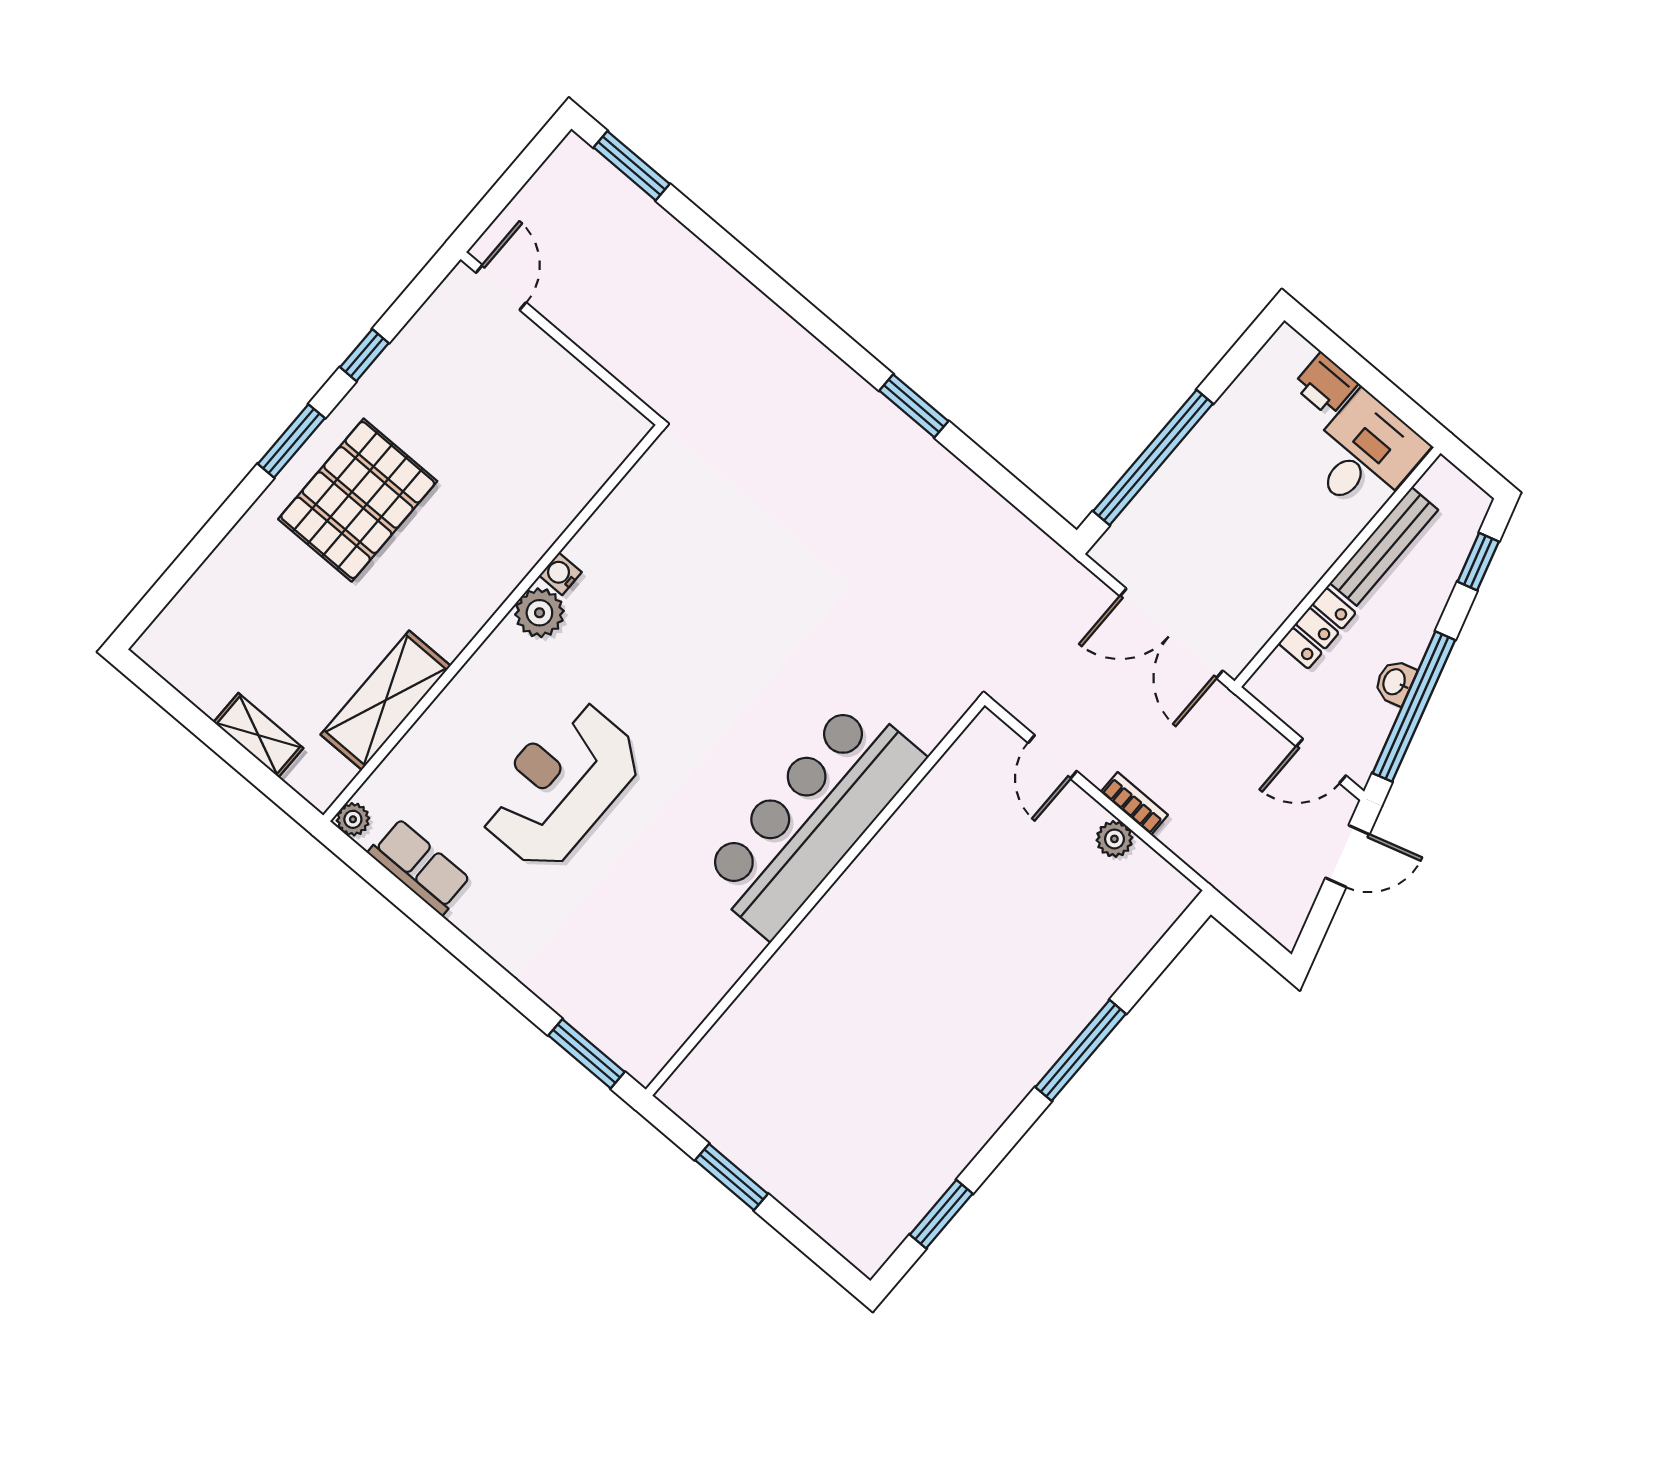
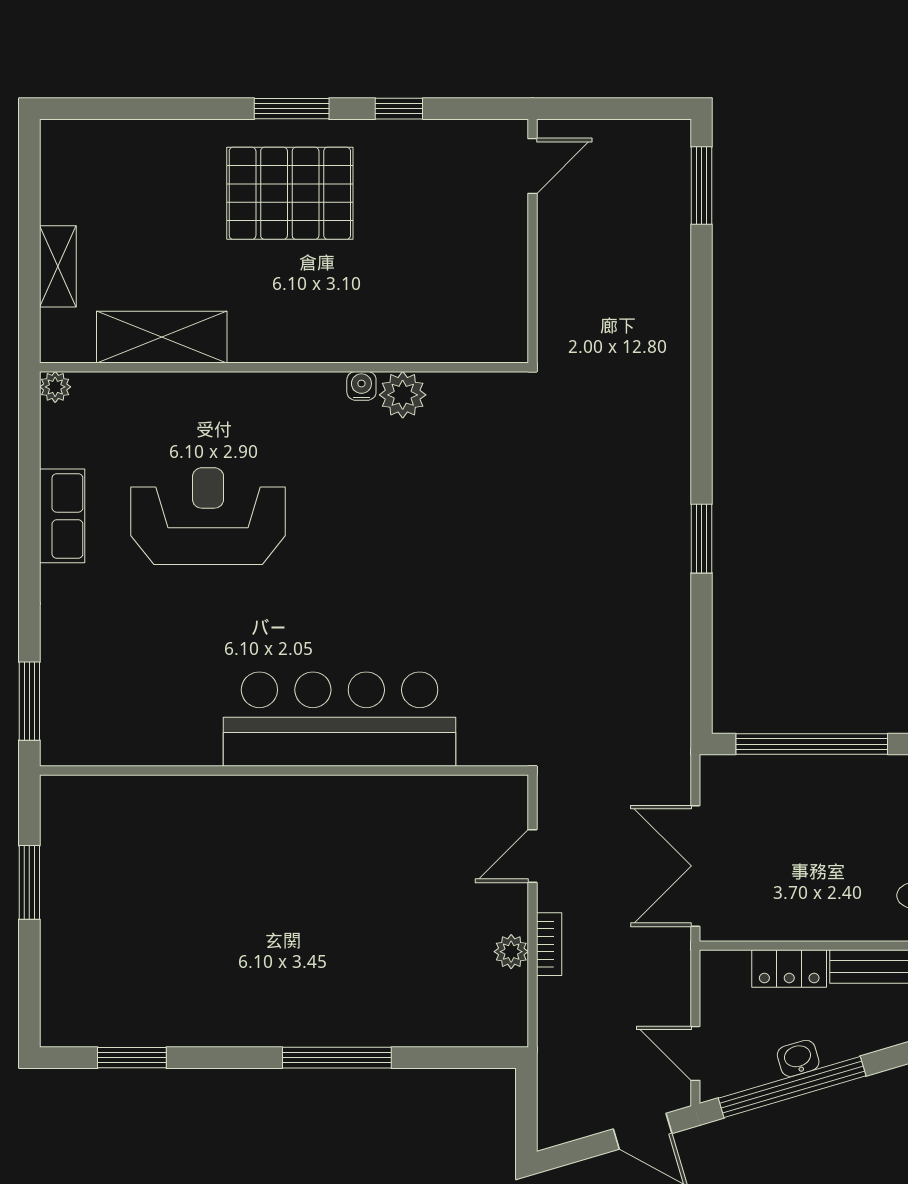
plant: (539, 613) -> (403, 395), moved
row of seats: (420, 867) -> (62, 516), moved

